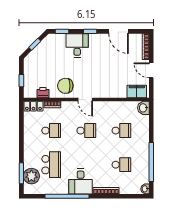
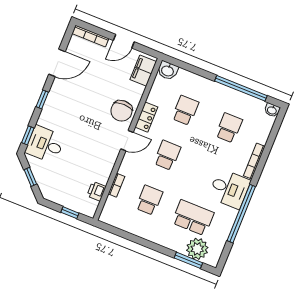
desk: (77, 45) -> (45, 144), moved
chair: (65, 86) -> (122, 111), moved
locker: (33, 106) -> (146, 117), moved

